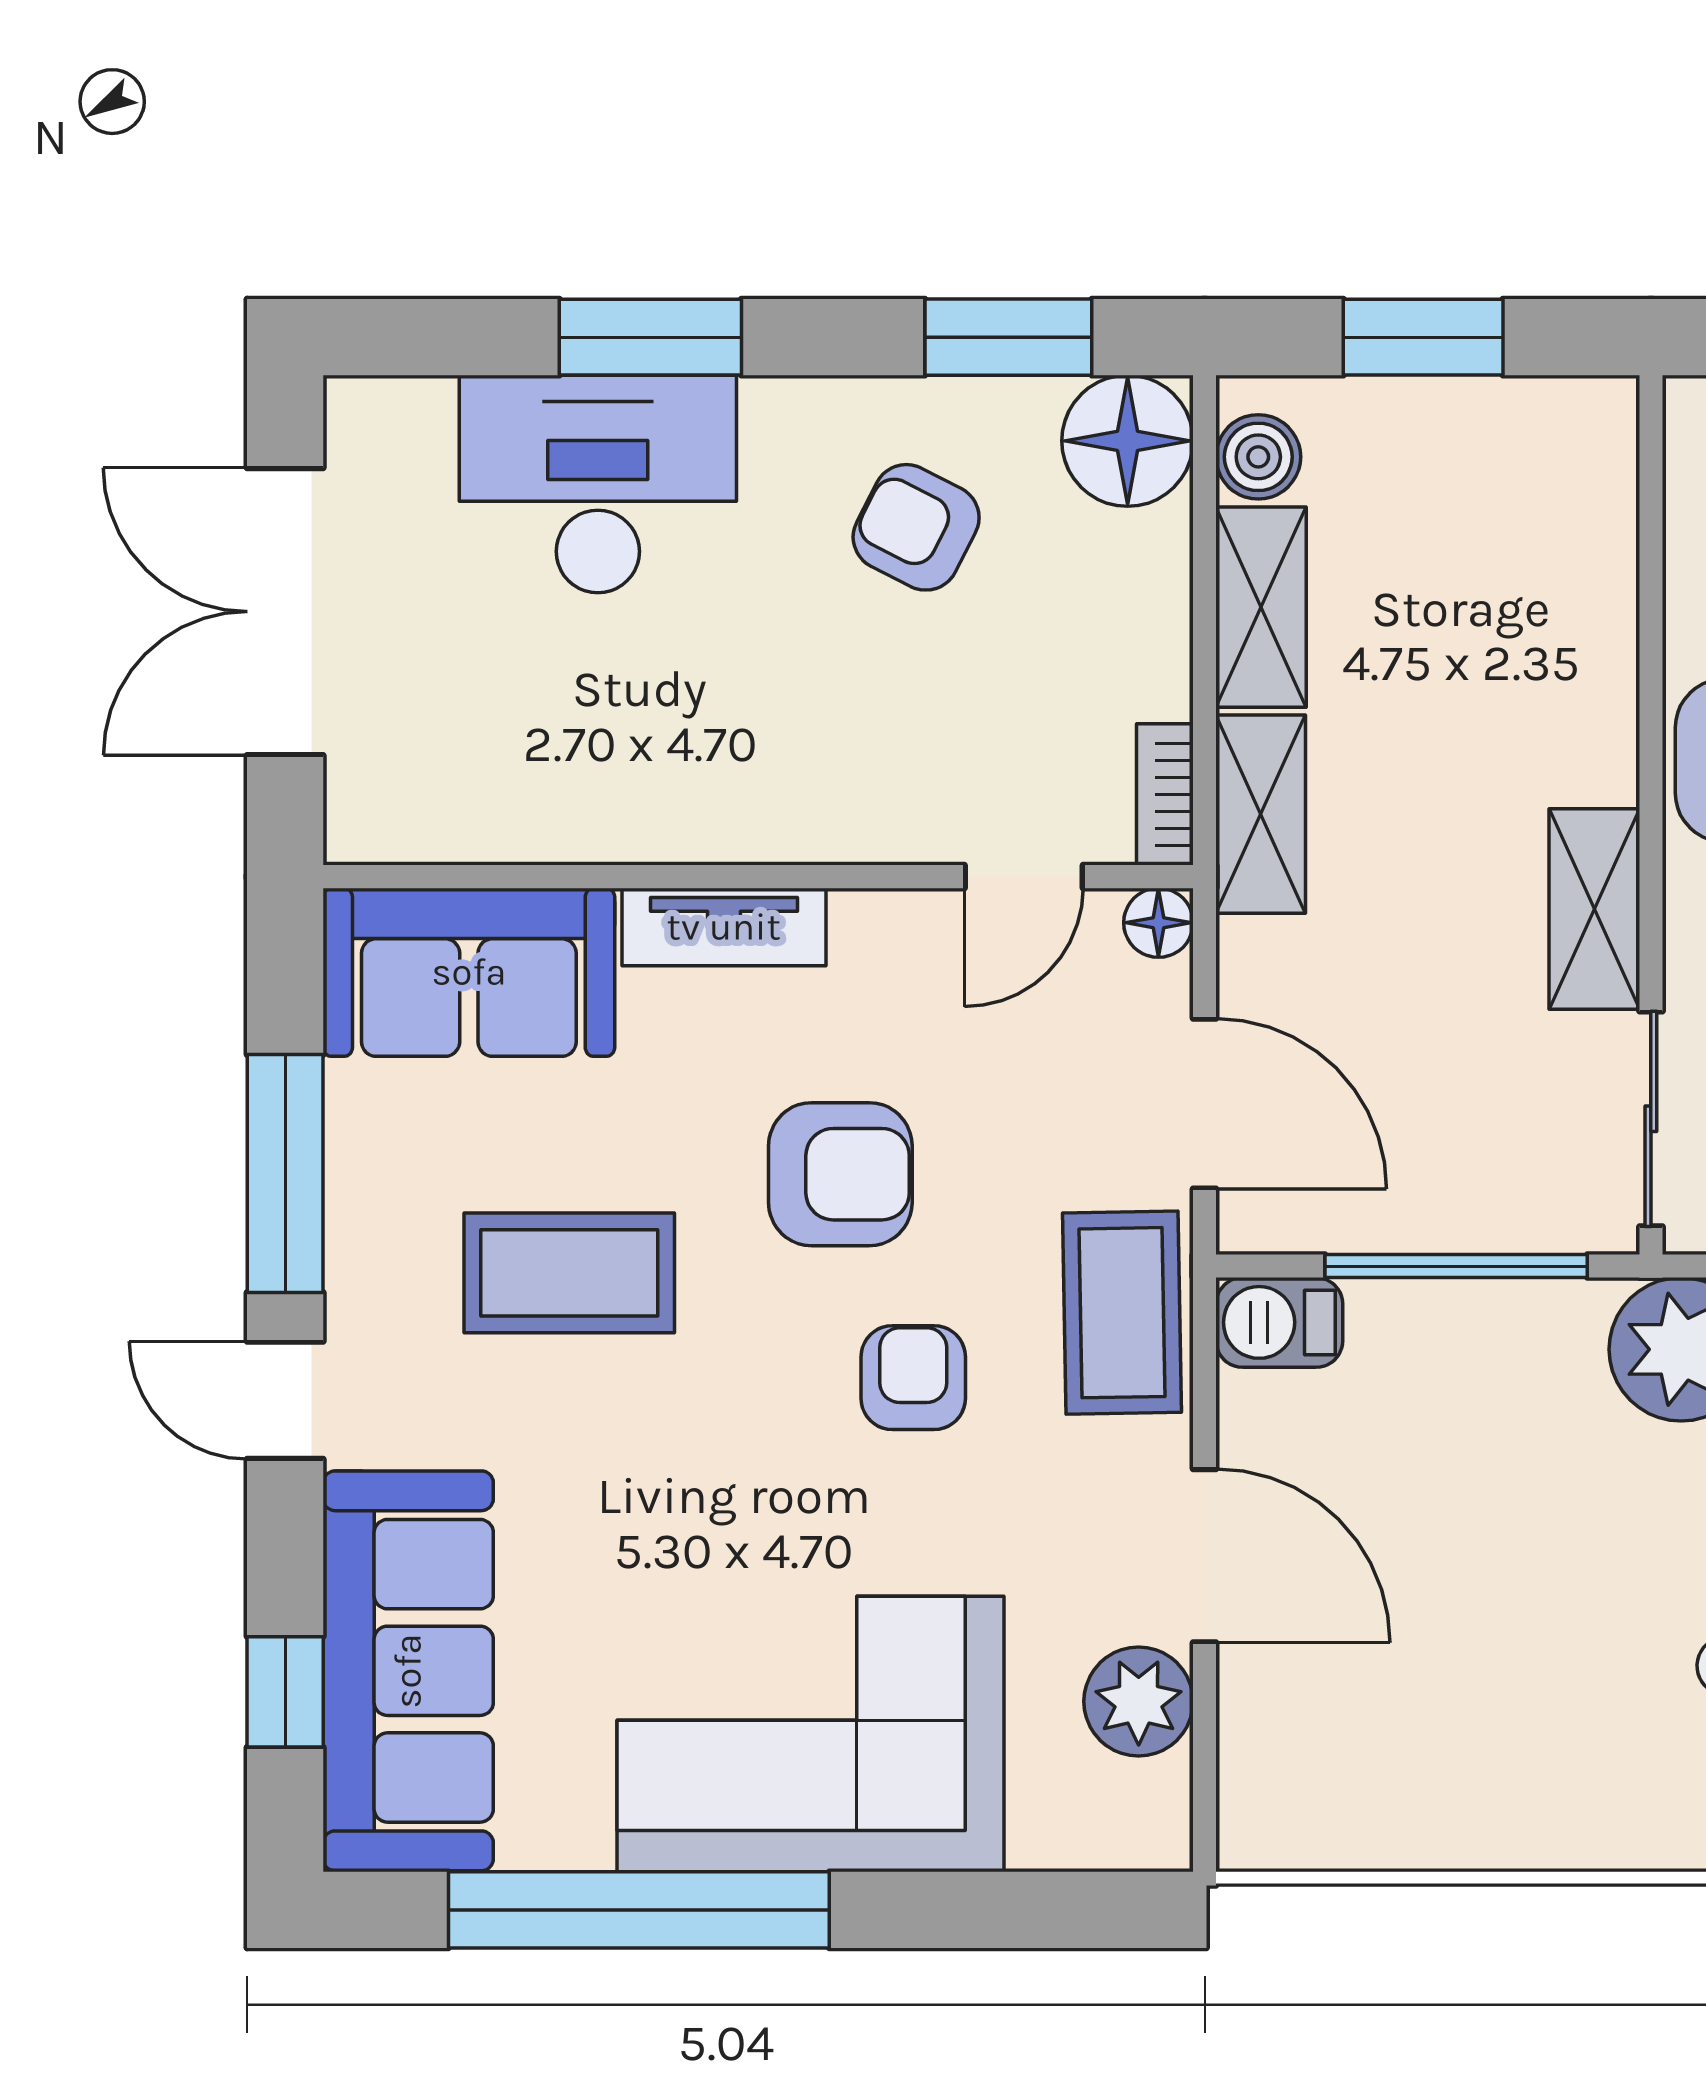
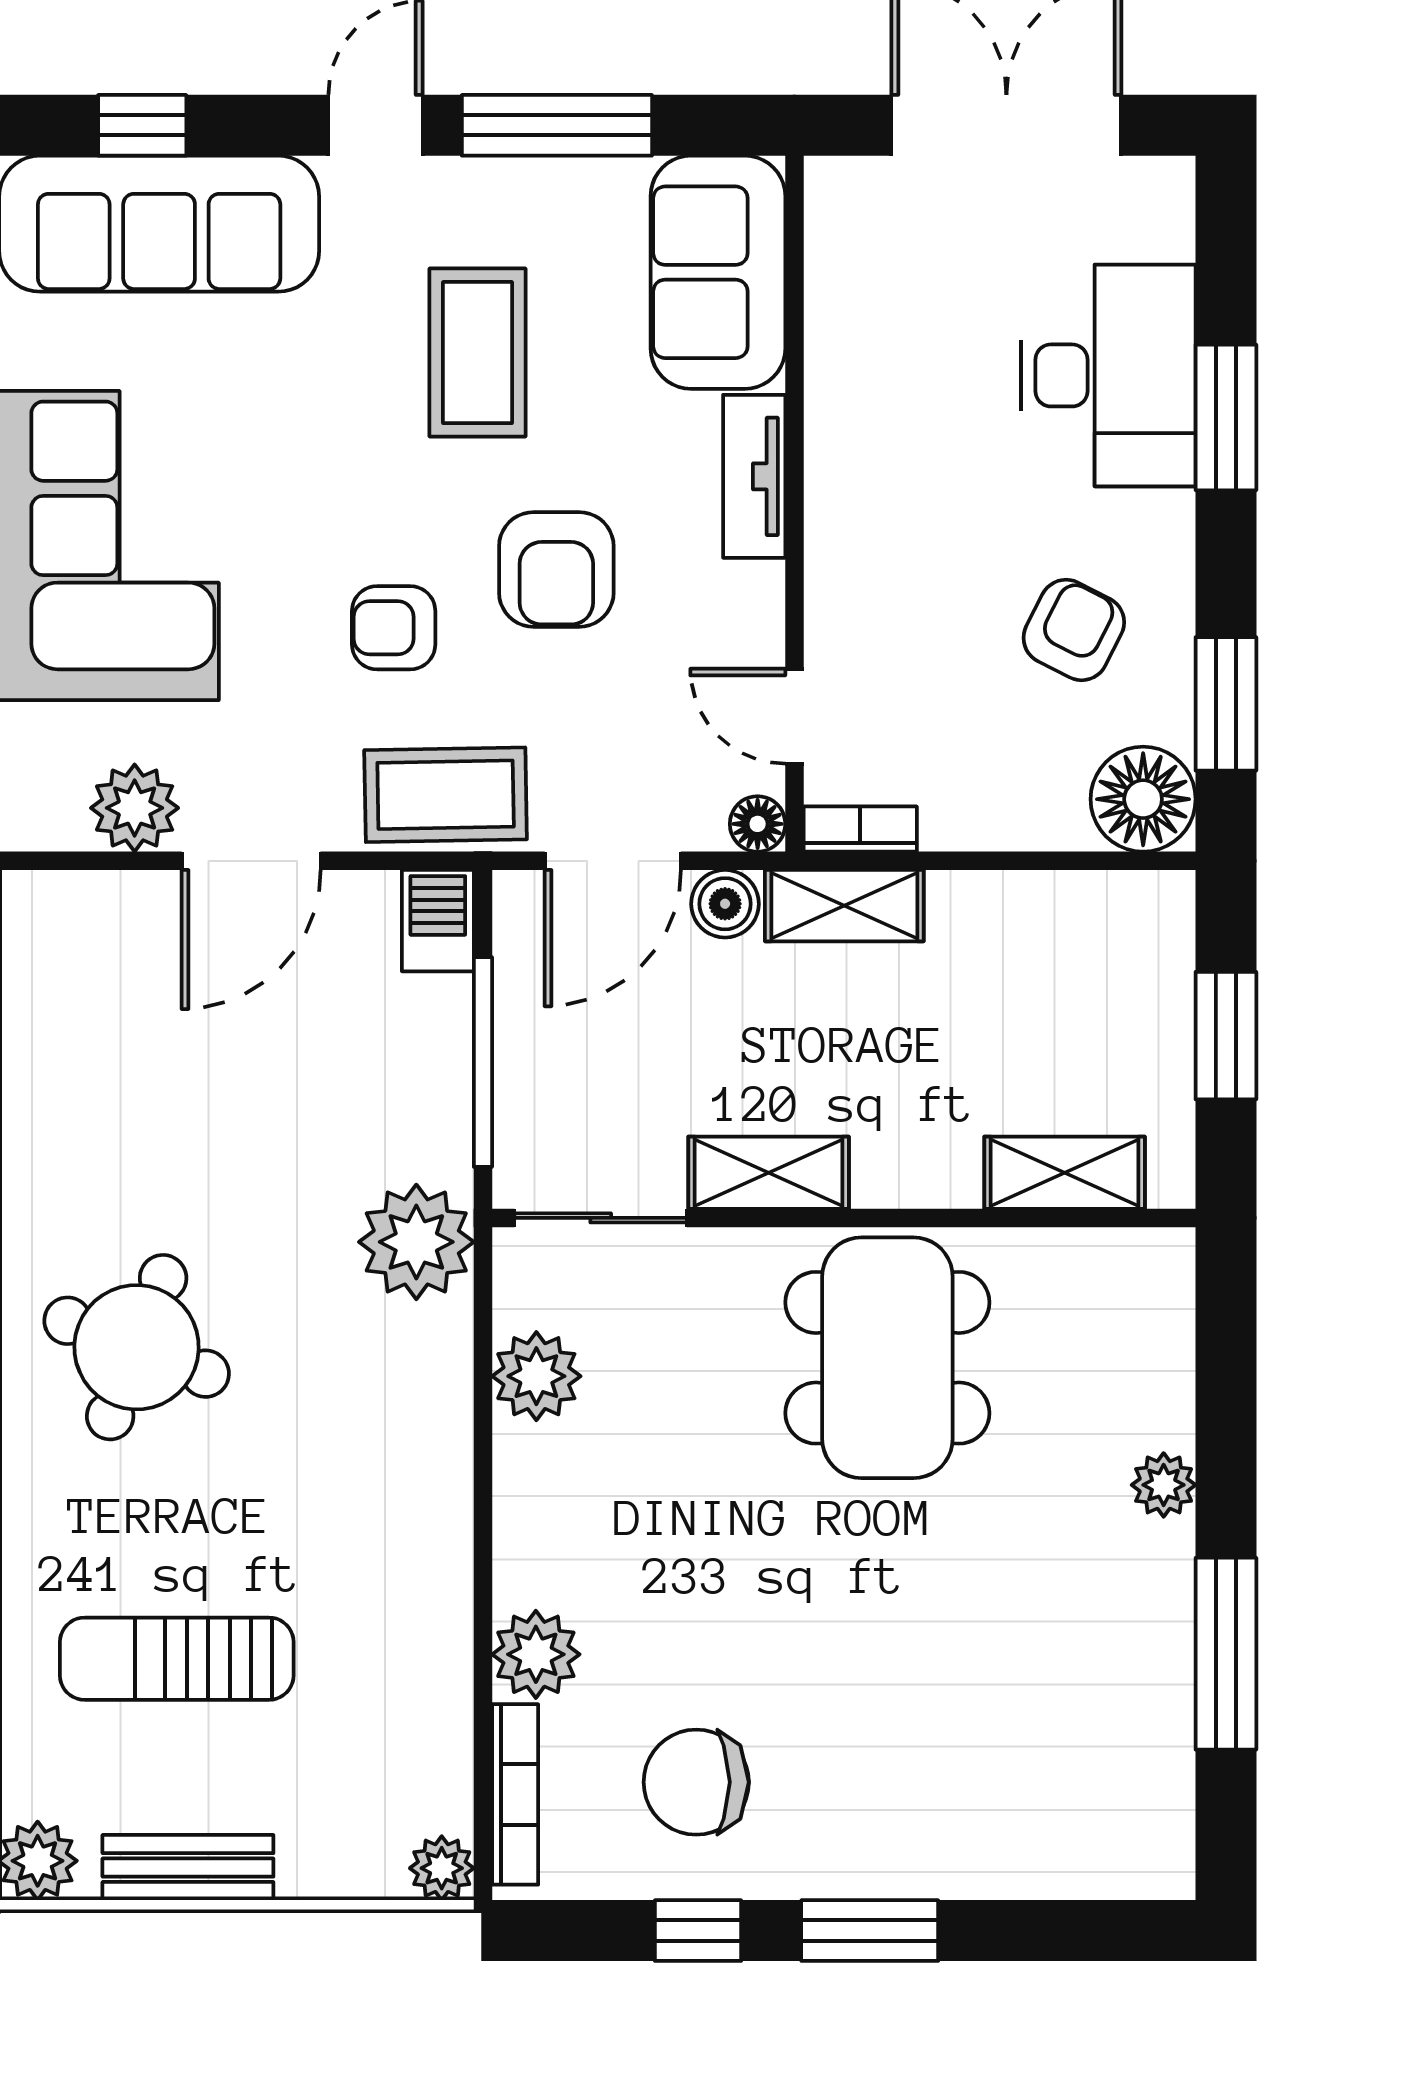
boiler: (1258, 457) -> (725, 904), moved
shelving: (1261, 607) -> (1065, 1173), moved
armchair: (913, 1378) -> (394, 628), turned 180

